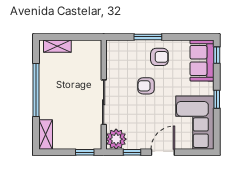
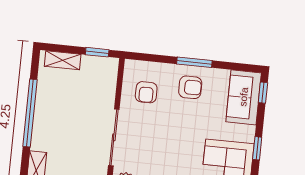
window: (84, 37) -> (97, 52), added
window: (148, 37) -> (194, 62), moved
armchair: (146, 86) -> (146, 92), moved, turned -90

